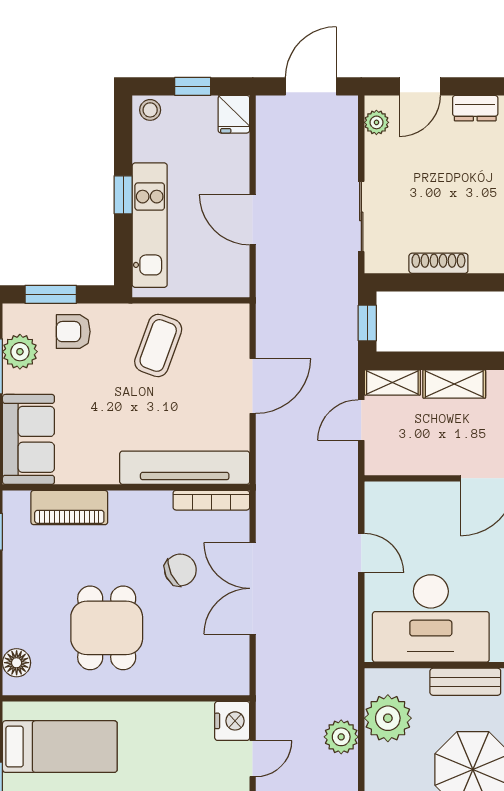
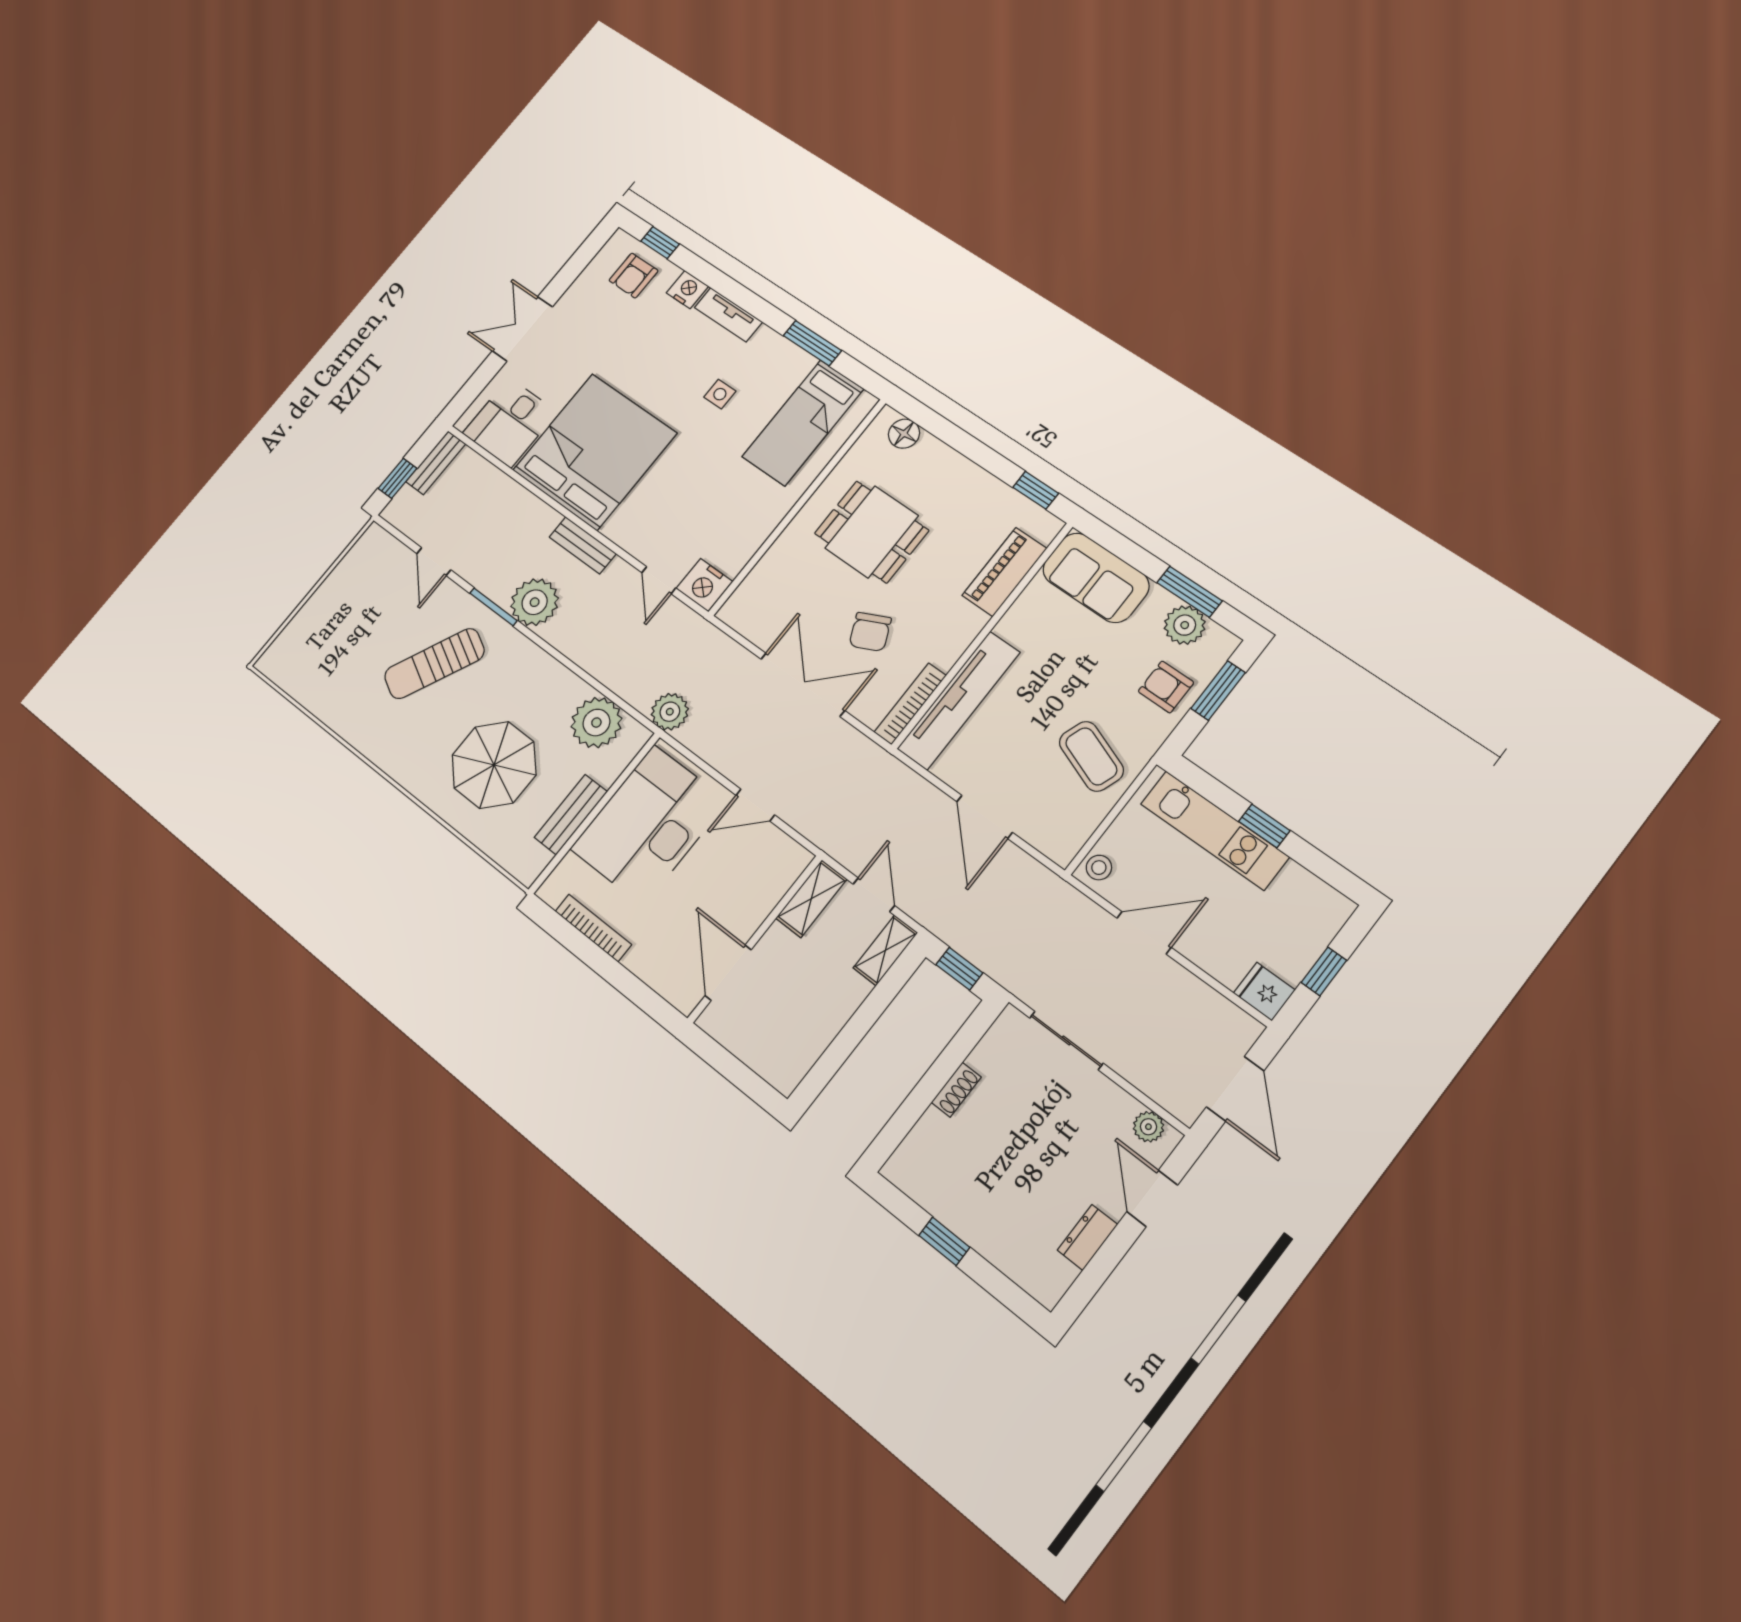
stool: (150, 110) -> (1099, 868), moved
shoe rack: (438, 263) -> (956, 1090), width x0.70
armchair: (73, 332) -> (1166, 687), turned -90
shelving: (454, 384) -> (811, 899), moved
plant: (341, 737) -> (670, 712), moved

